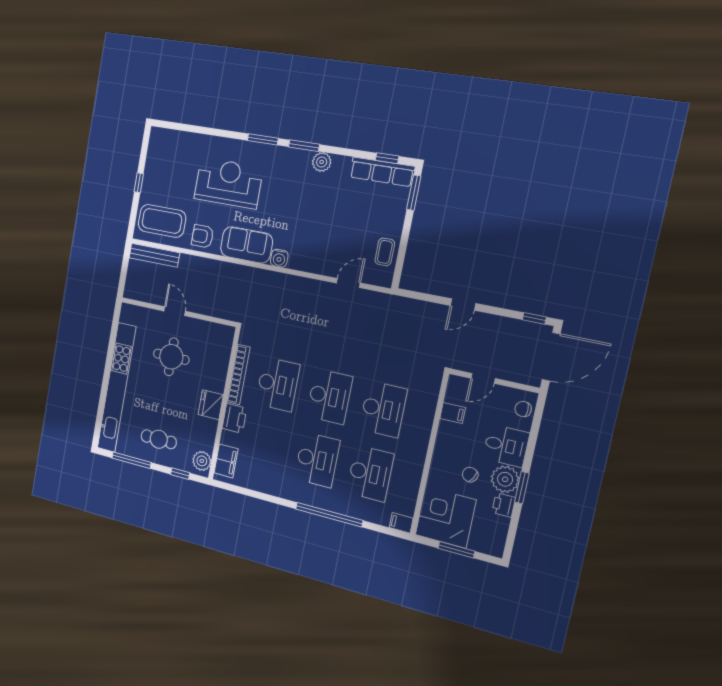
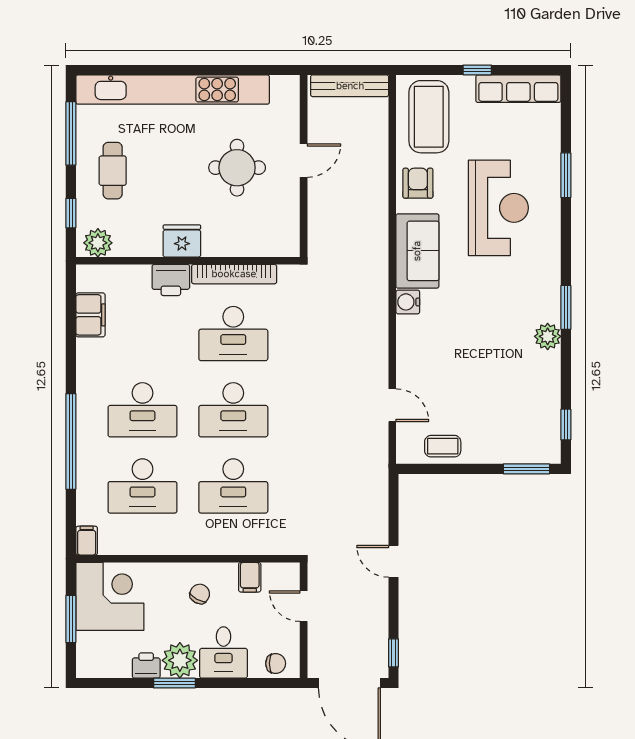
window: (263, 139) -> (566, 175), moved
row of seats: (382, 172) -> (518, 89), moved, turned -90
bench: (154, 255) -> (350, 86), moved, turned 90
chair: (523, 409) -> (276, 663), turned 90
filing cabinet: (226, 461) -> (90, 315), moved, turned -90
chair: (470, 475) -> (200, 594), moved

